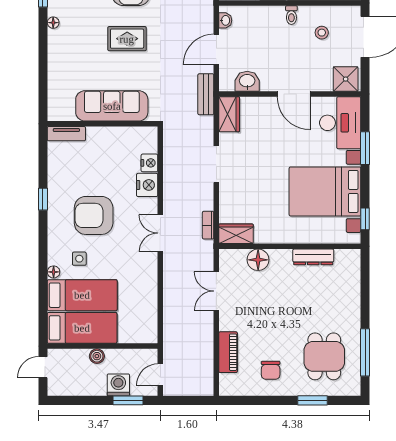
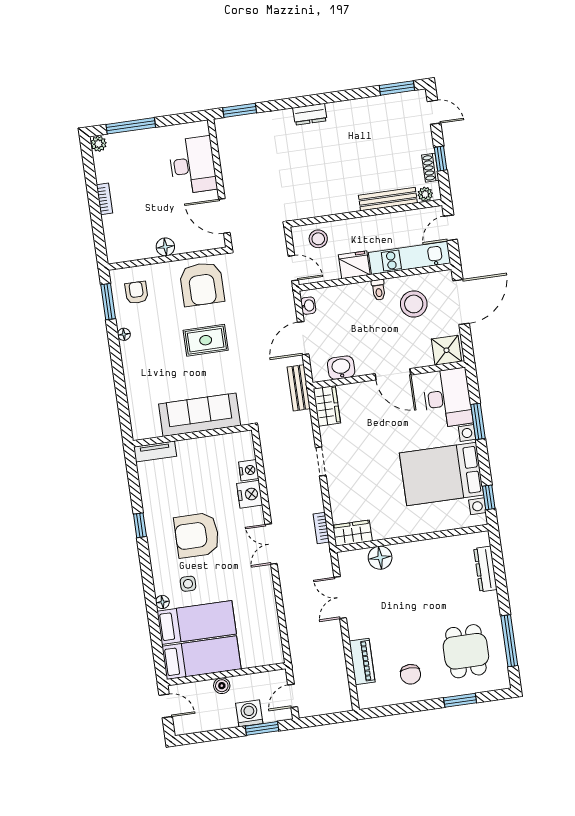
stool: (322, 33) -> (414, 304), width x1.89, depth x1.89
doorway: (216, 164) -> (321, 461), width x0.73
dresser: (313, 257) -> (485, 569), moved, turned 90
door: (43, 367) -> (166, 706), swing flipped

